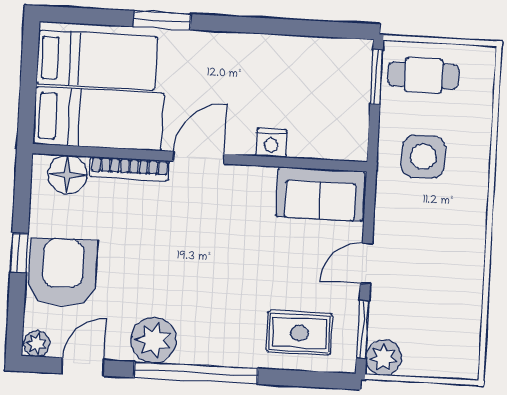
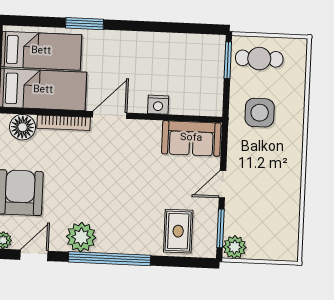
rug: (299, 333) -> (178, 231), turned 90

